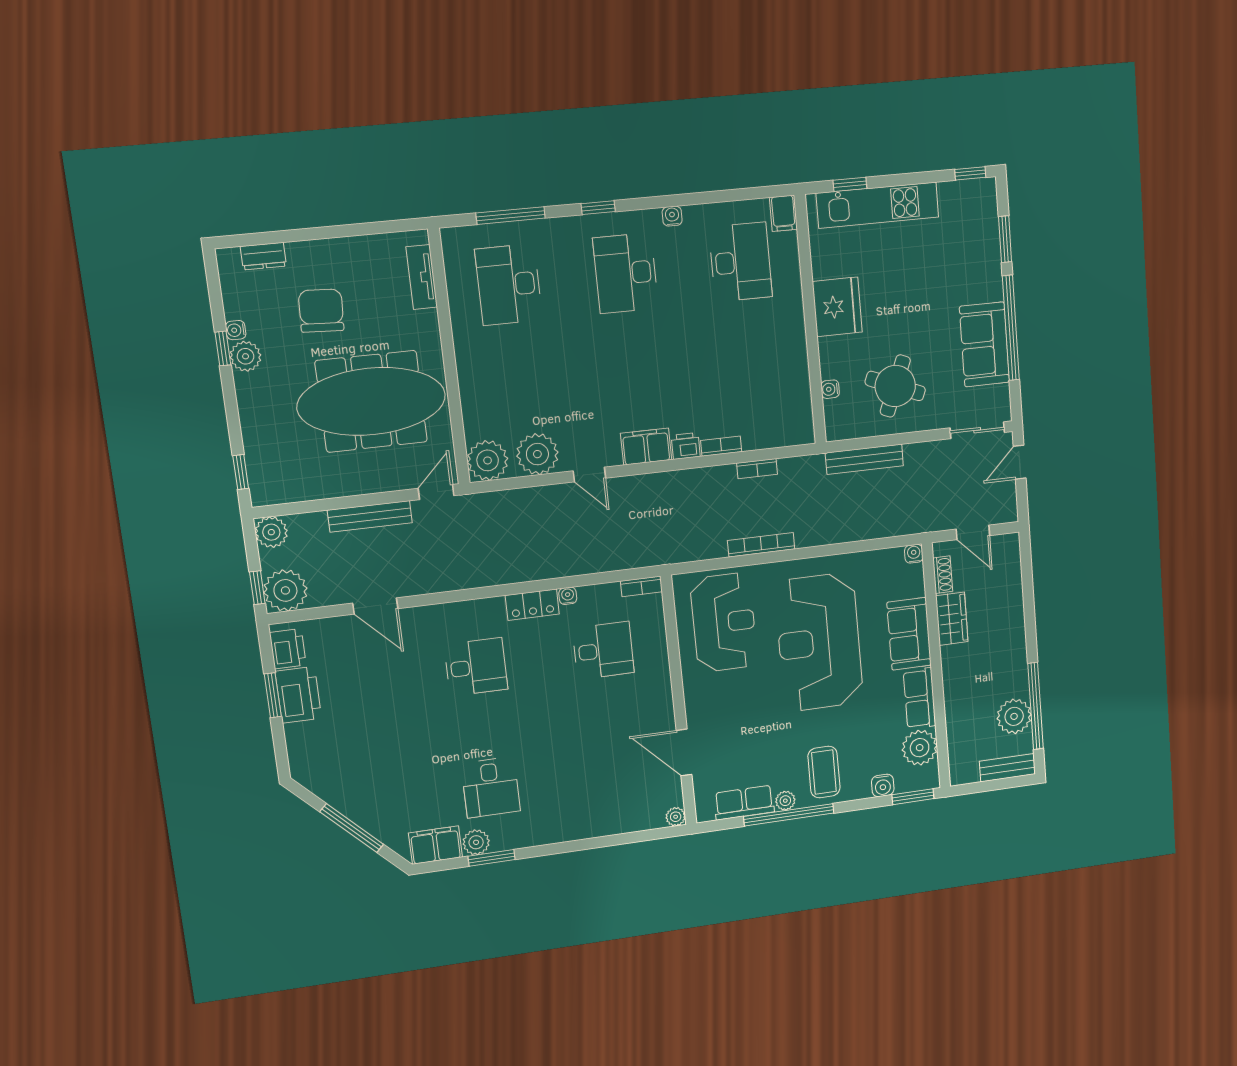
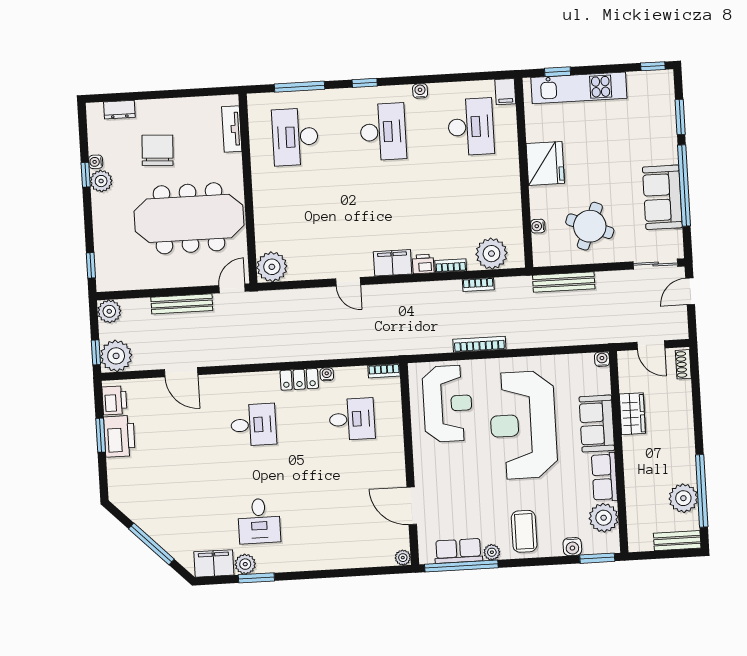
desk: (626, 273) -> (383, 132), turned 180
plant: (537, 454) -> (491, 254), moved
shoe rack: (943, 575) -> (683, 364), moved, turned 180
window: (789, 815) -> (461, 566), moved

